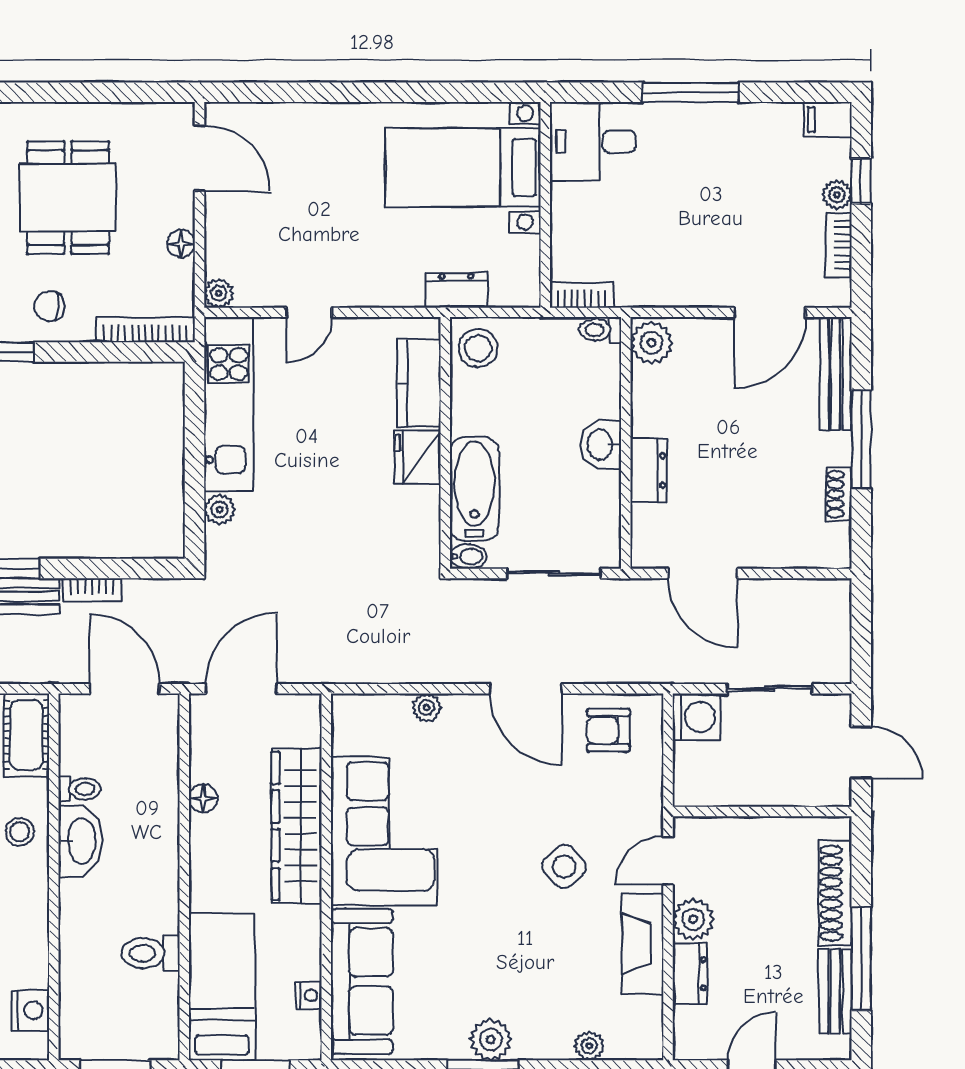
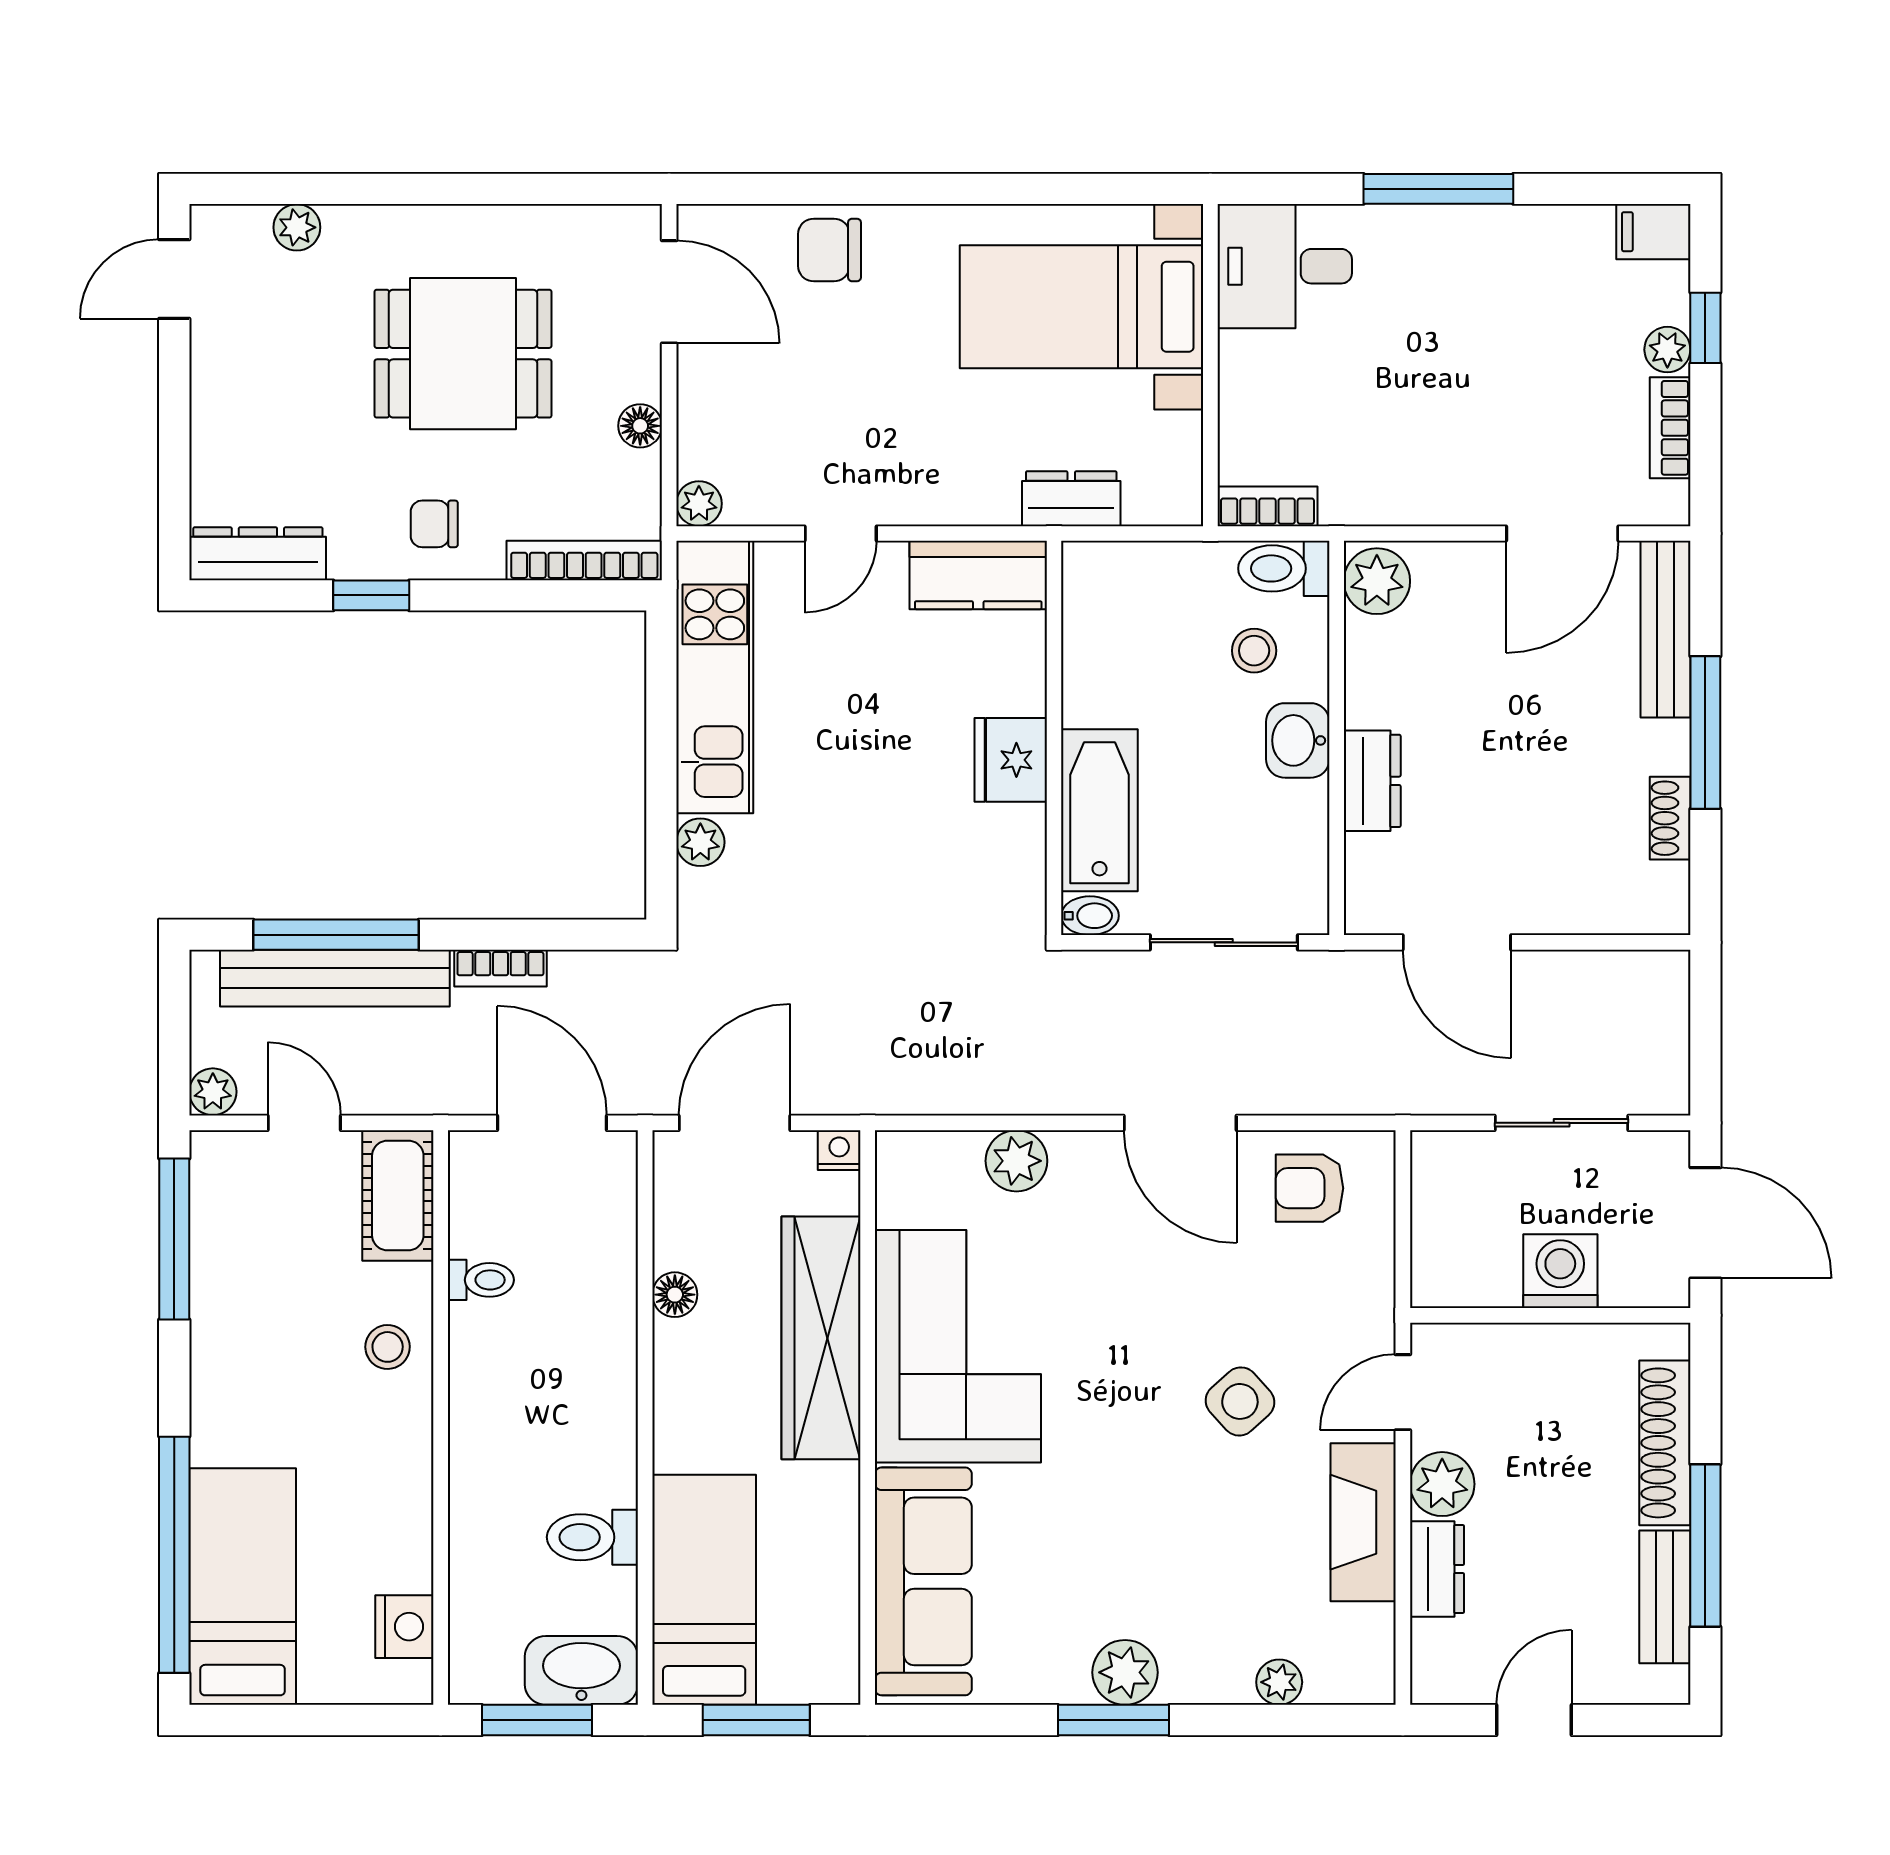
chair: (302, 131) -> (829, 250), added
dining table: (68, 198) -> (463, 354), turned 90
toilet: (600, 330) -> (1284, 568), width x1.37, depth x1.39
stool: (478, 348) -> (1254, 651), moved, width x0.73, depth x0.73
kitchen counter: (419, 383) -> (978, 575), moved, turned -90
plant: (427, 708) -> (1016, 1161), width x1.38, depth x1.38
washing machine: (696, 717) -> (1560, 1271), moved, turned -90
door: (861, 752) -> (1705, 1223), width x1.38
washbasin: (80, 841) -> (581, 1670), moved, turned -90
nightstand: (309, 995) -> (839, 1150), moved, turned -90

